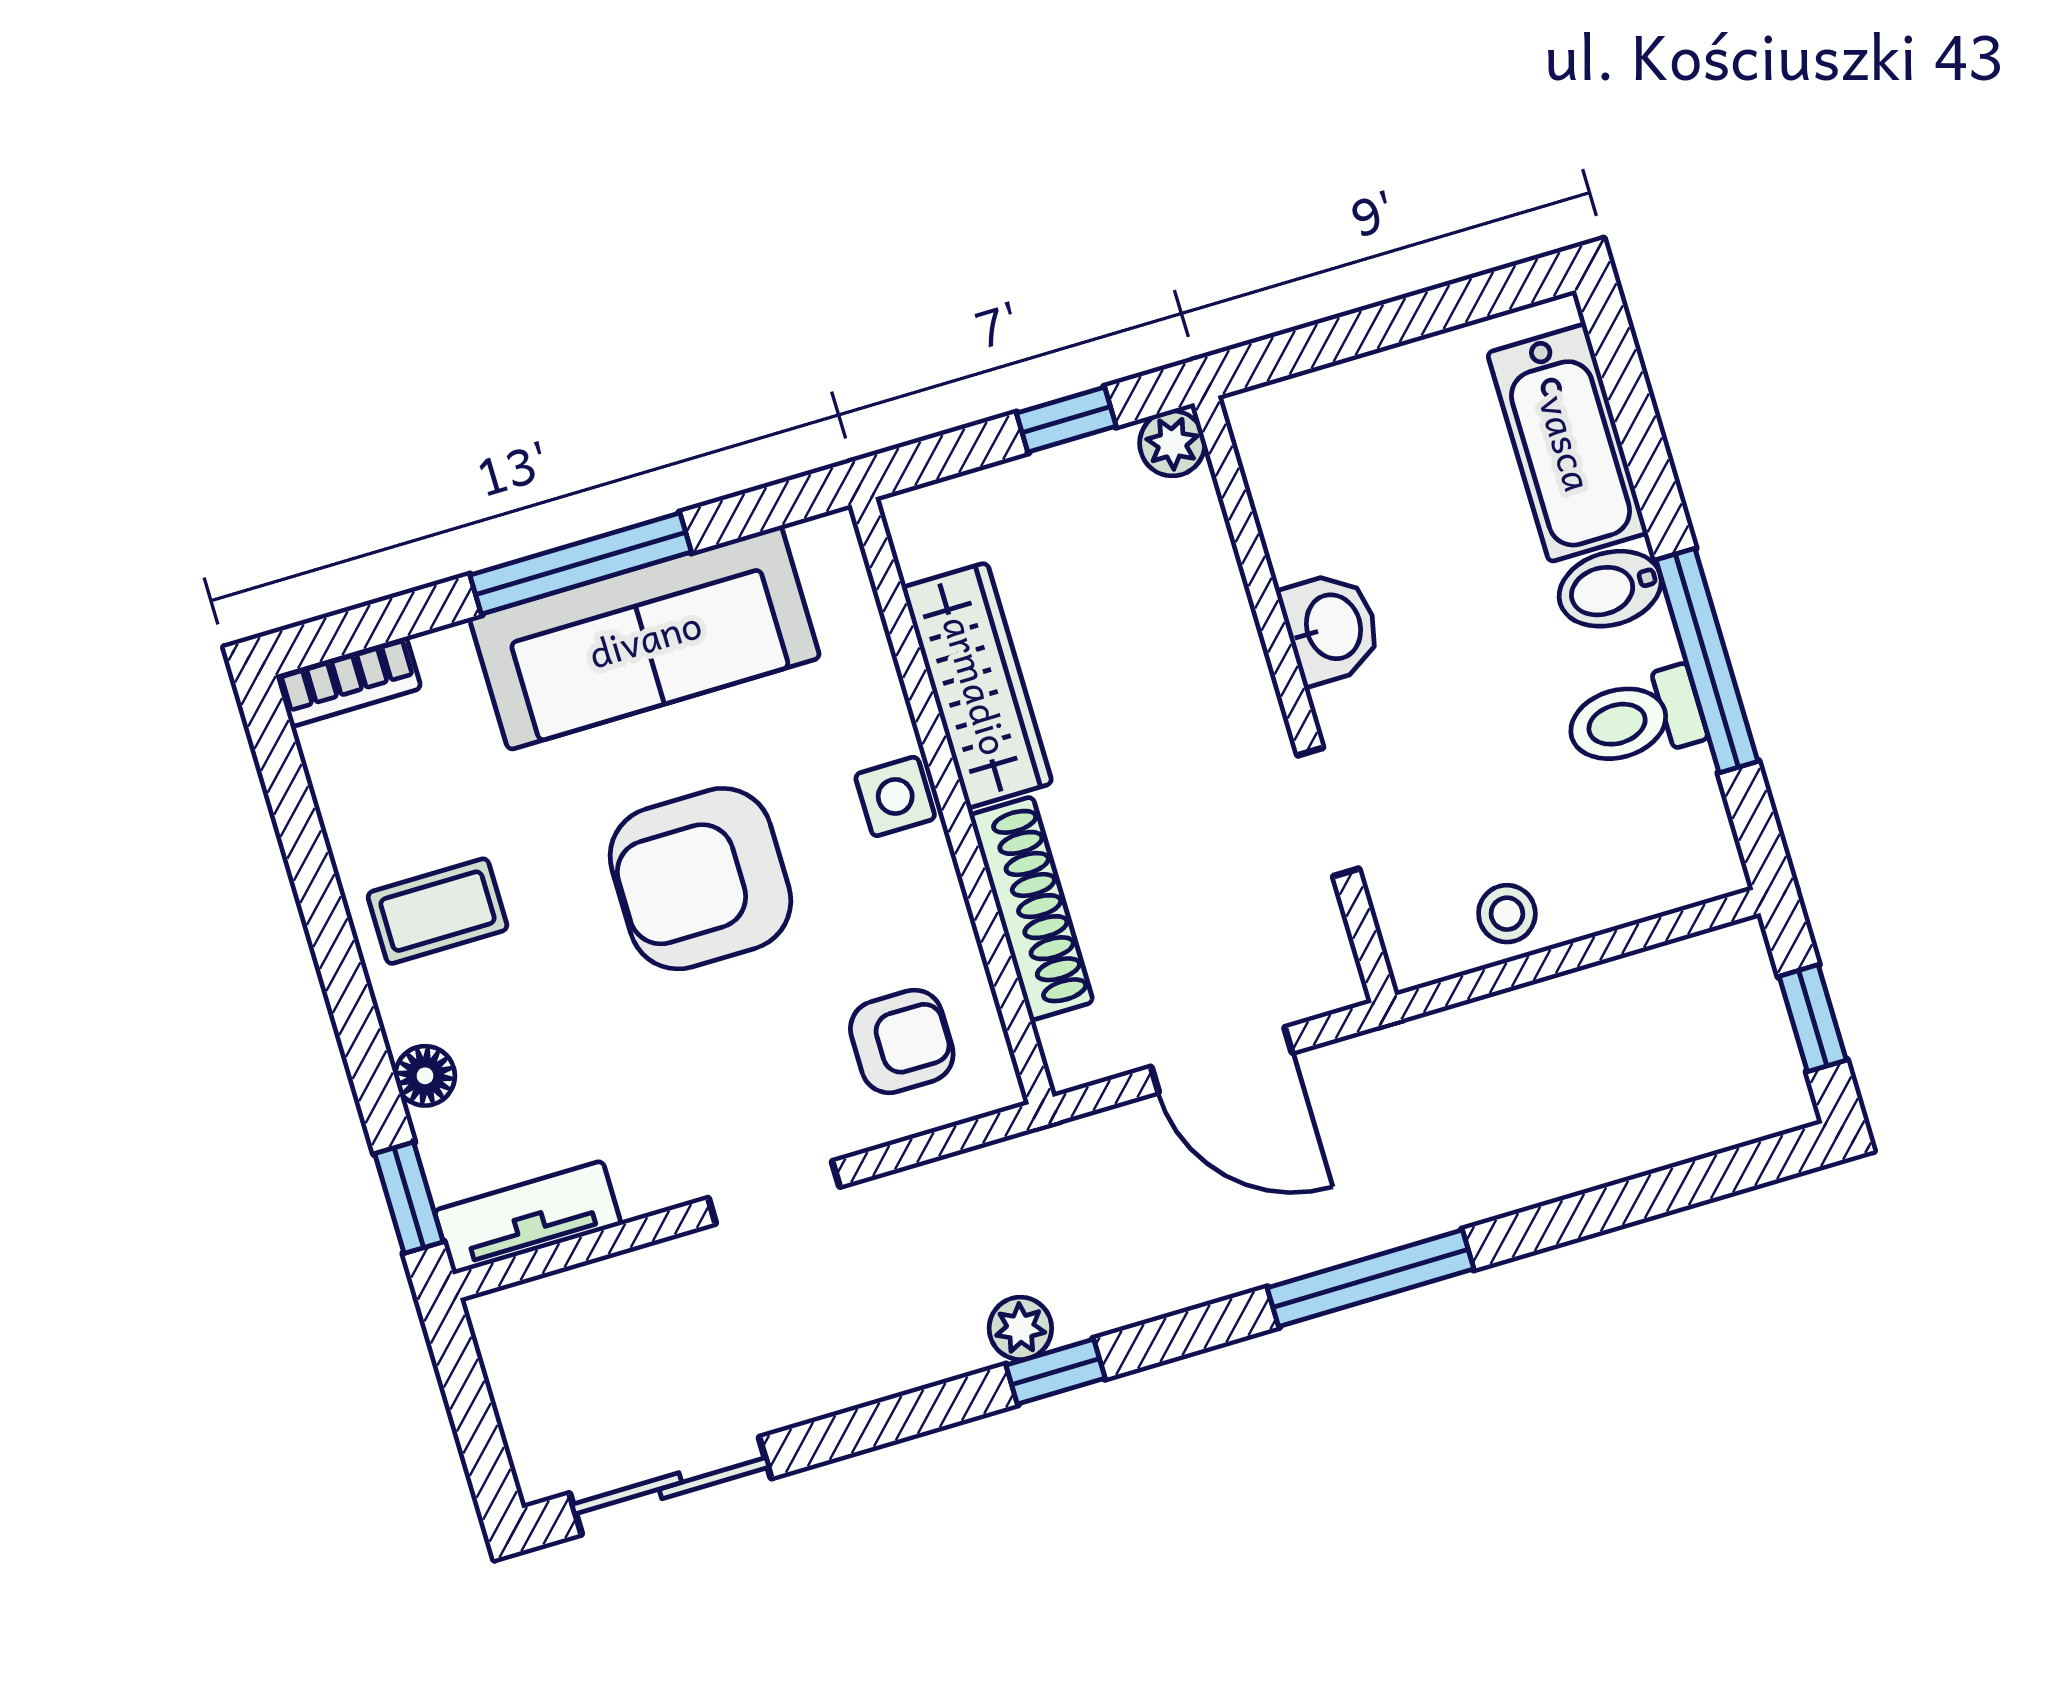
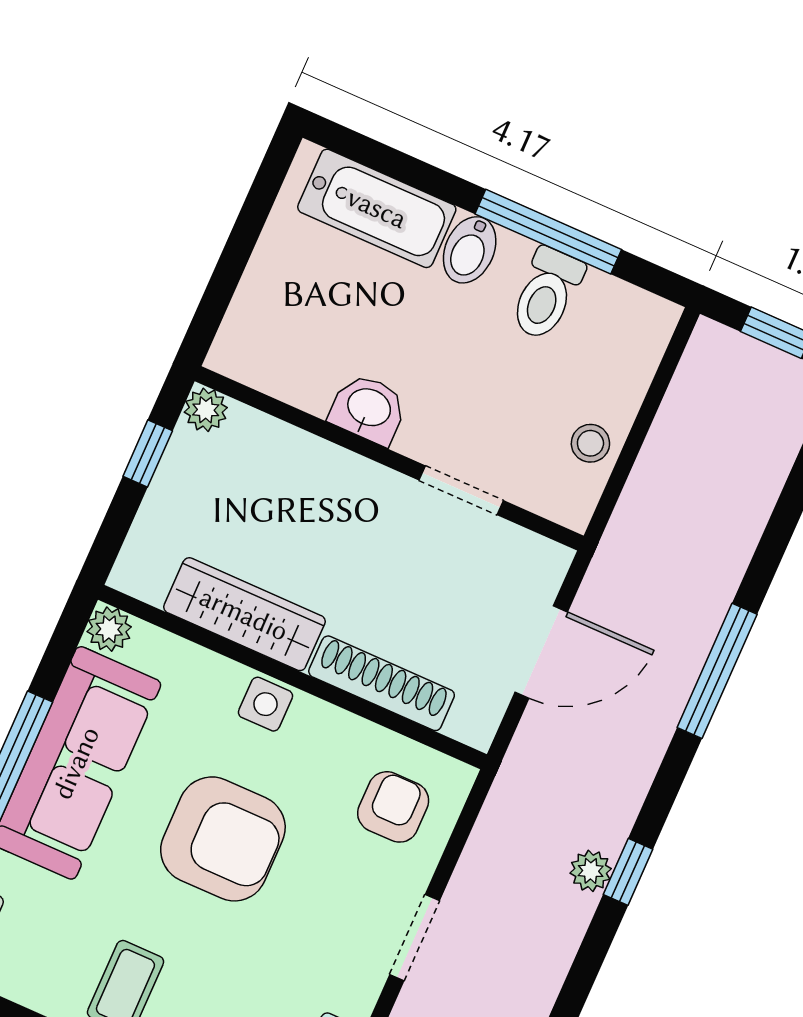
plant: (829, 546) -> (109, 629), added
armchair: (700, 879) -> (223, 839), turned -90

